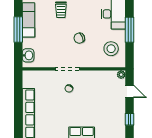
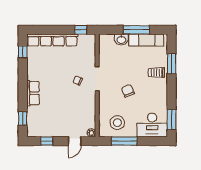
window: (129, 30) -> (124, 141), moved
washbasin: (28, 55) -> (121, 40), moved
window: (18, 85) -> (81, 30), added

